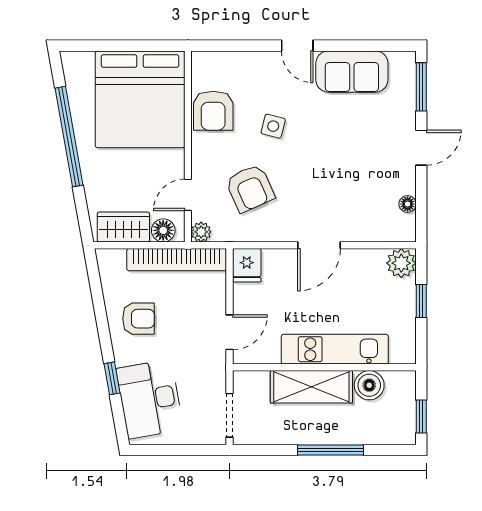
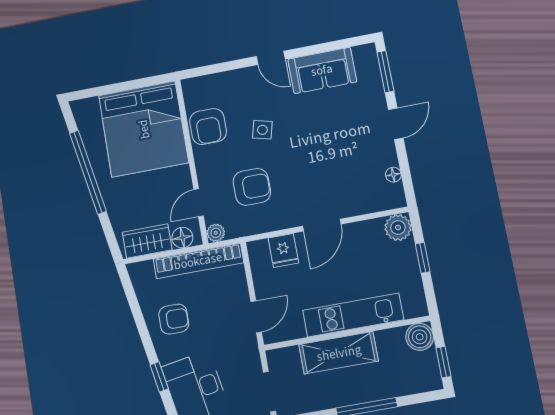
armchair: (250, 188) -> (252, 187), turned -66
fridge: (247, 265) -> (283, 250), moved
boiler: (369, 385) -> (420, 337), moved

